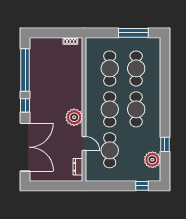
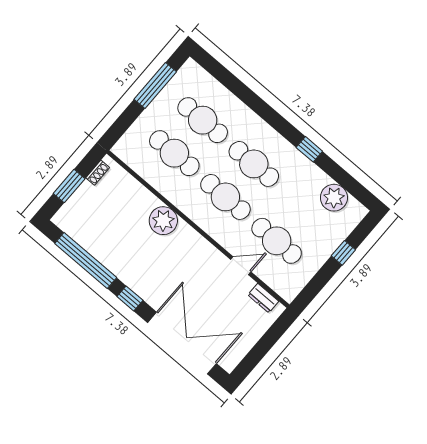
window: (53, 33) -> (69, 186), added
plant: (74, 117) -> (163, 221), moved
window: (165, 144) -> (309, 149), moved
window: (142, 186) -> (343, 253), moved

